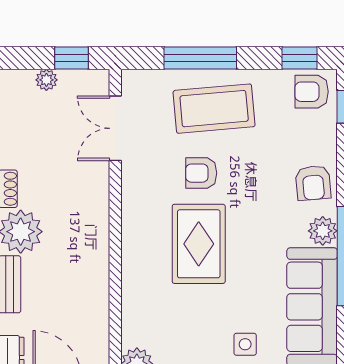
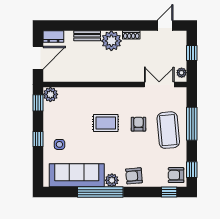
window: (72, 58) -> (192, 53), moved
plant: (46, 80) -> (182, 73), moved
armchair: (312, 92) -> (176, 175), turned -90
rug: (199, 244) -> (106, 123), width x0.73, depth x0.70

